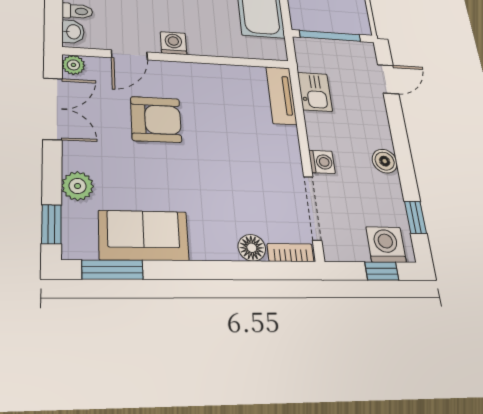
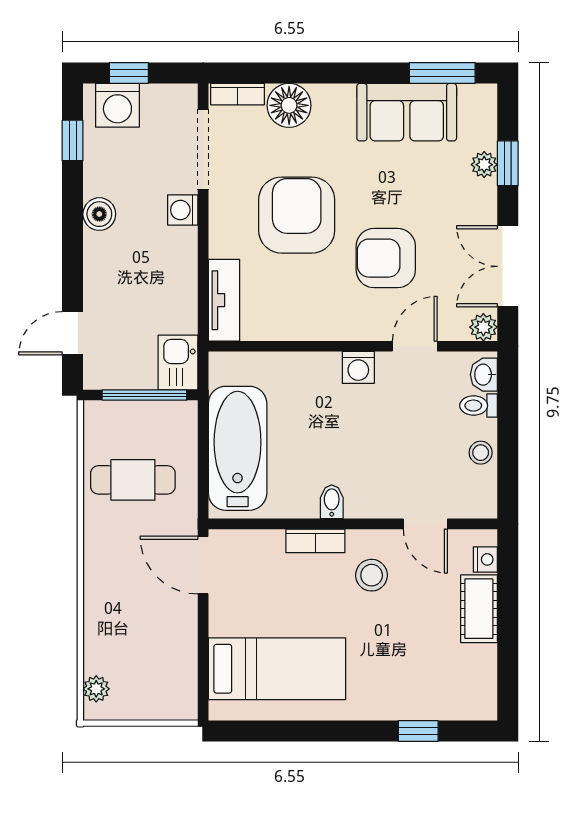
kitchen sink: (315, 92) -> (178, 362), moved
armchair: (231, 155) -> (297, 215), added
plant: (78, 186) -> (484, 165), width x0.73, depth x0.73
window: (51, 224) -> (508, 163), moved
floor lamp: (252, 248) -> (289, 105), width x1.38, depth x1.38

